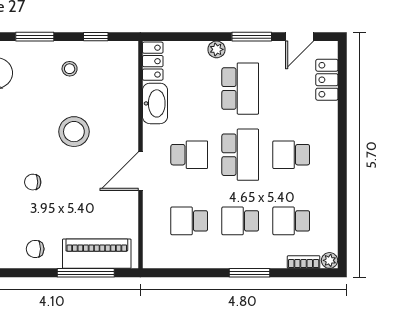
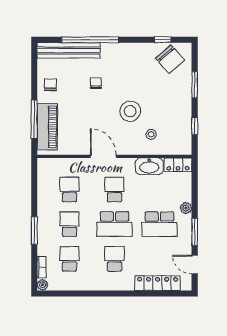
stool: (70, 69) -> (151, 134), moved
locker: (327, 80) -> (158, 283), width x1.53
school desk: (189, 155) -> (114, 190), turned 180

